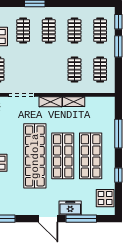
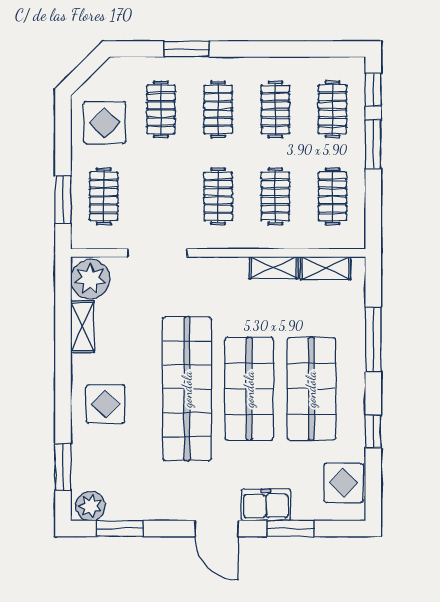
clothes rail: (49, 70) -> (218, 196), added
shelving: (50, 102) -> (326, 268), moved
window: (81, 219) -> (291, 529), width x0.69

